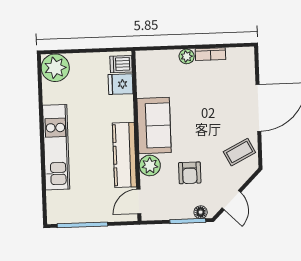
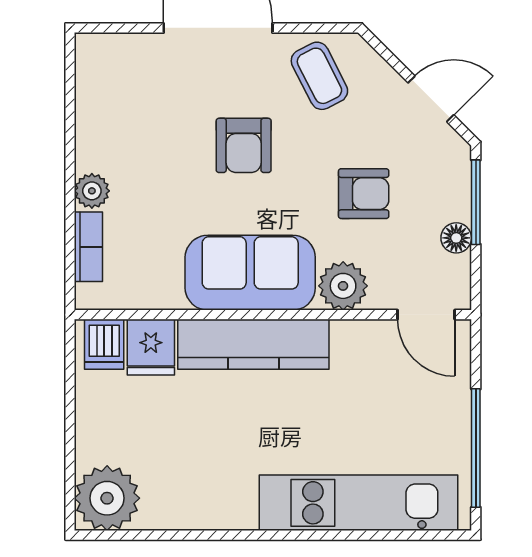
bookcase: (210, 54) -> (88, 247), moved
armchair: (208, 121) -> (244, 145), added
kitchen unit: (56, 147) -> (358, 503), moved
kitchen counter: (124, 155) -> (253, 344), moved
floor lamp: (201, 212) -> (456, 238), moved

